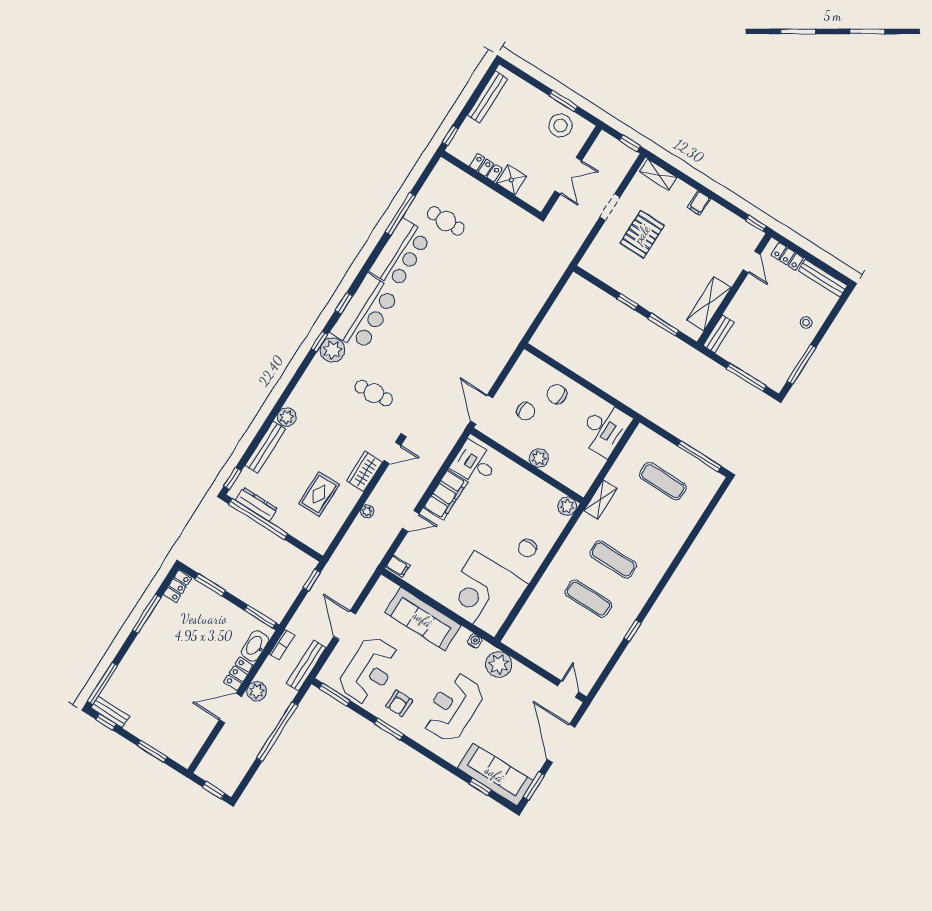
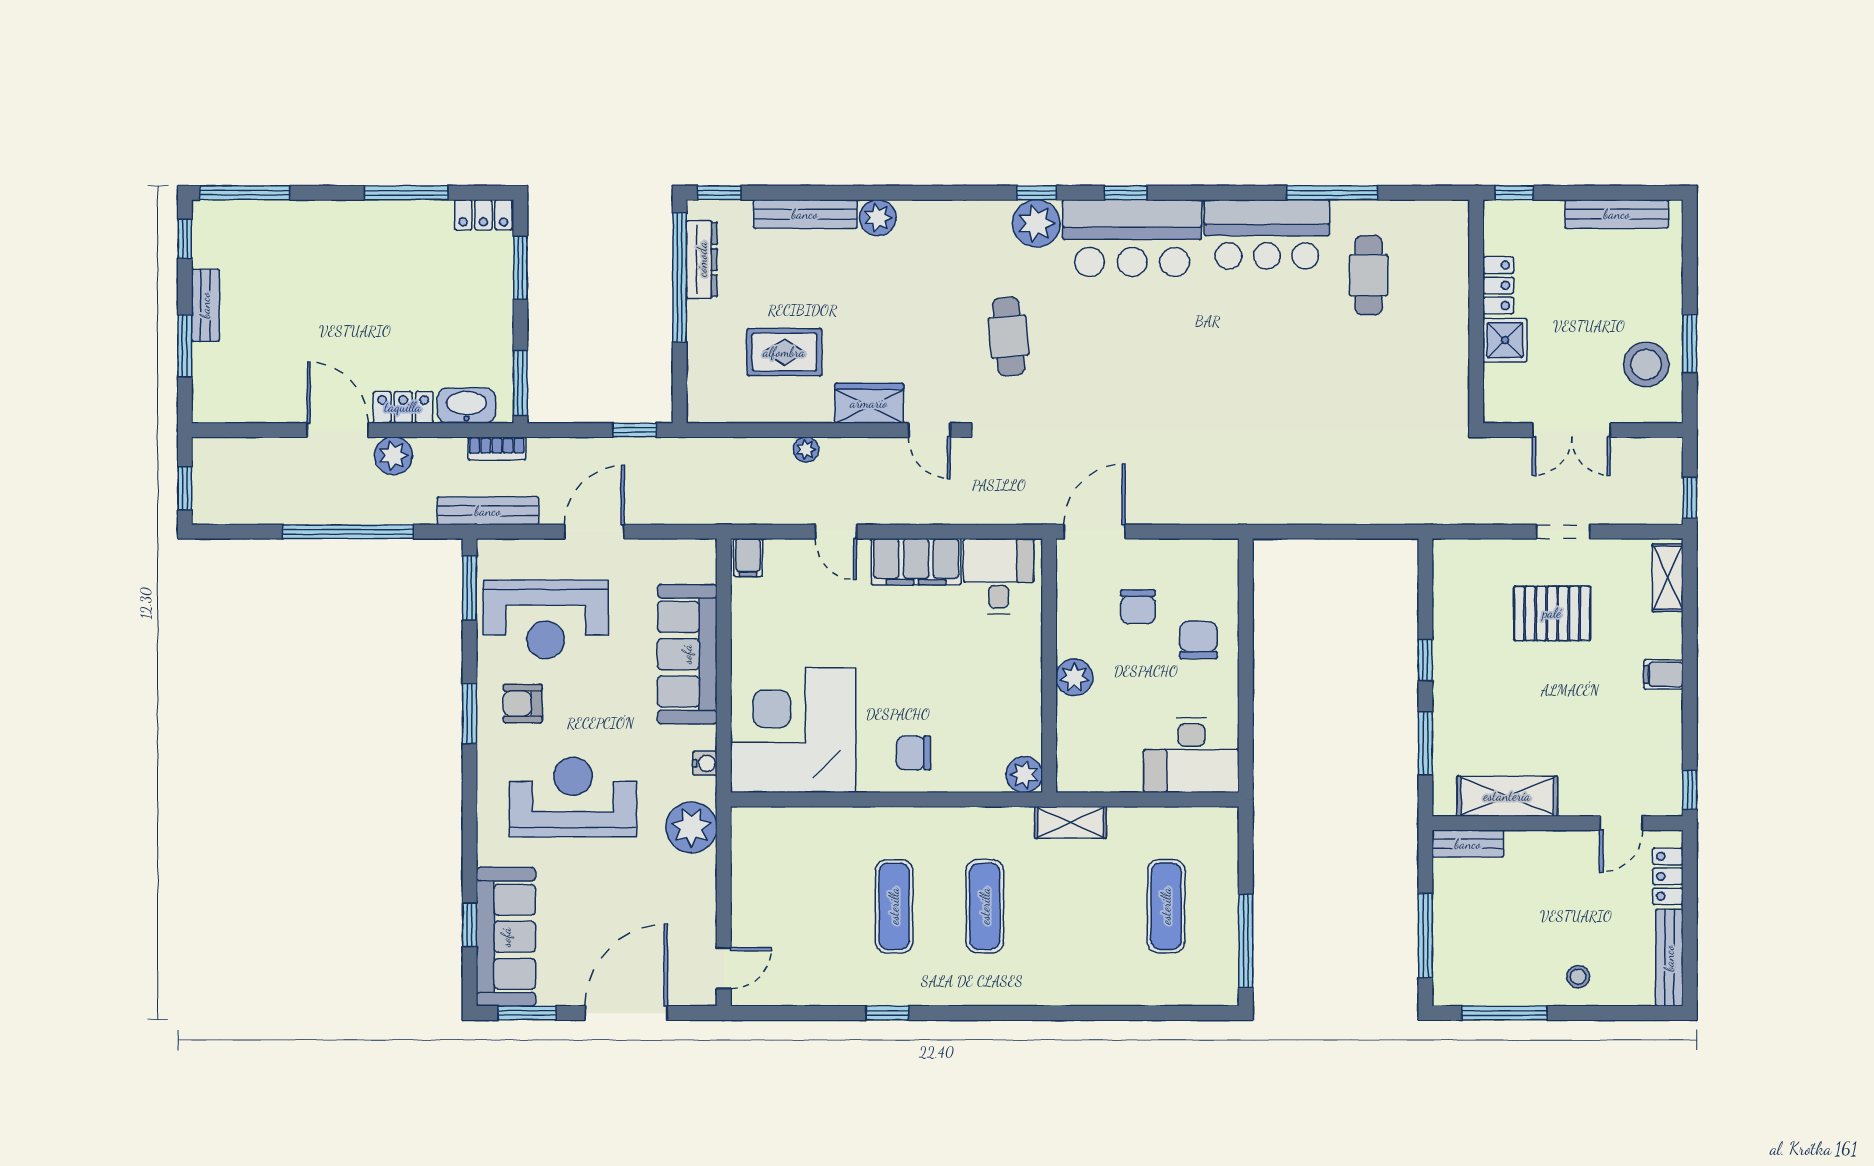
bench: (110, 712) -> (205, 305), moved

